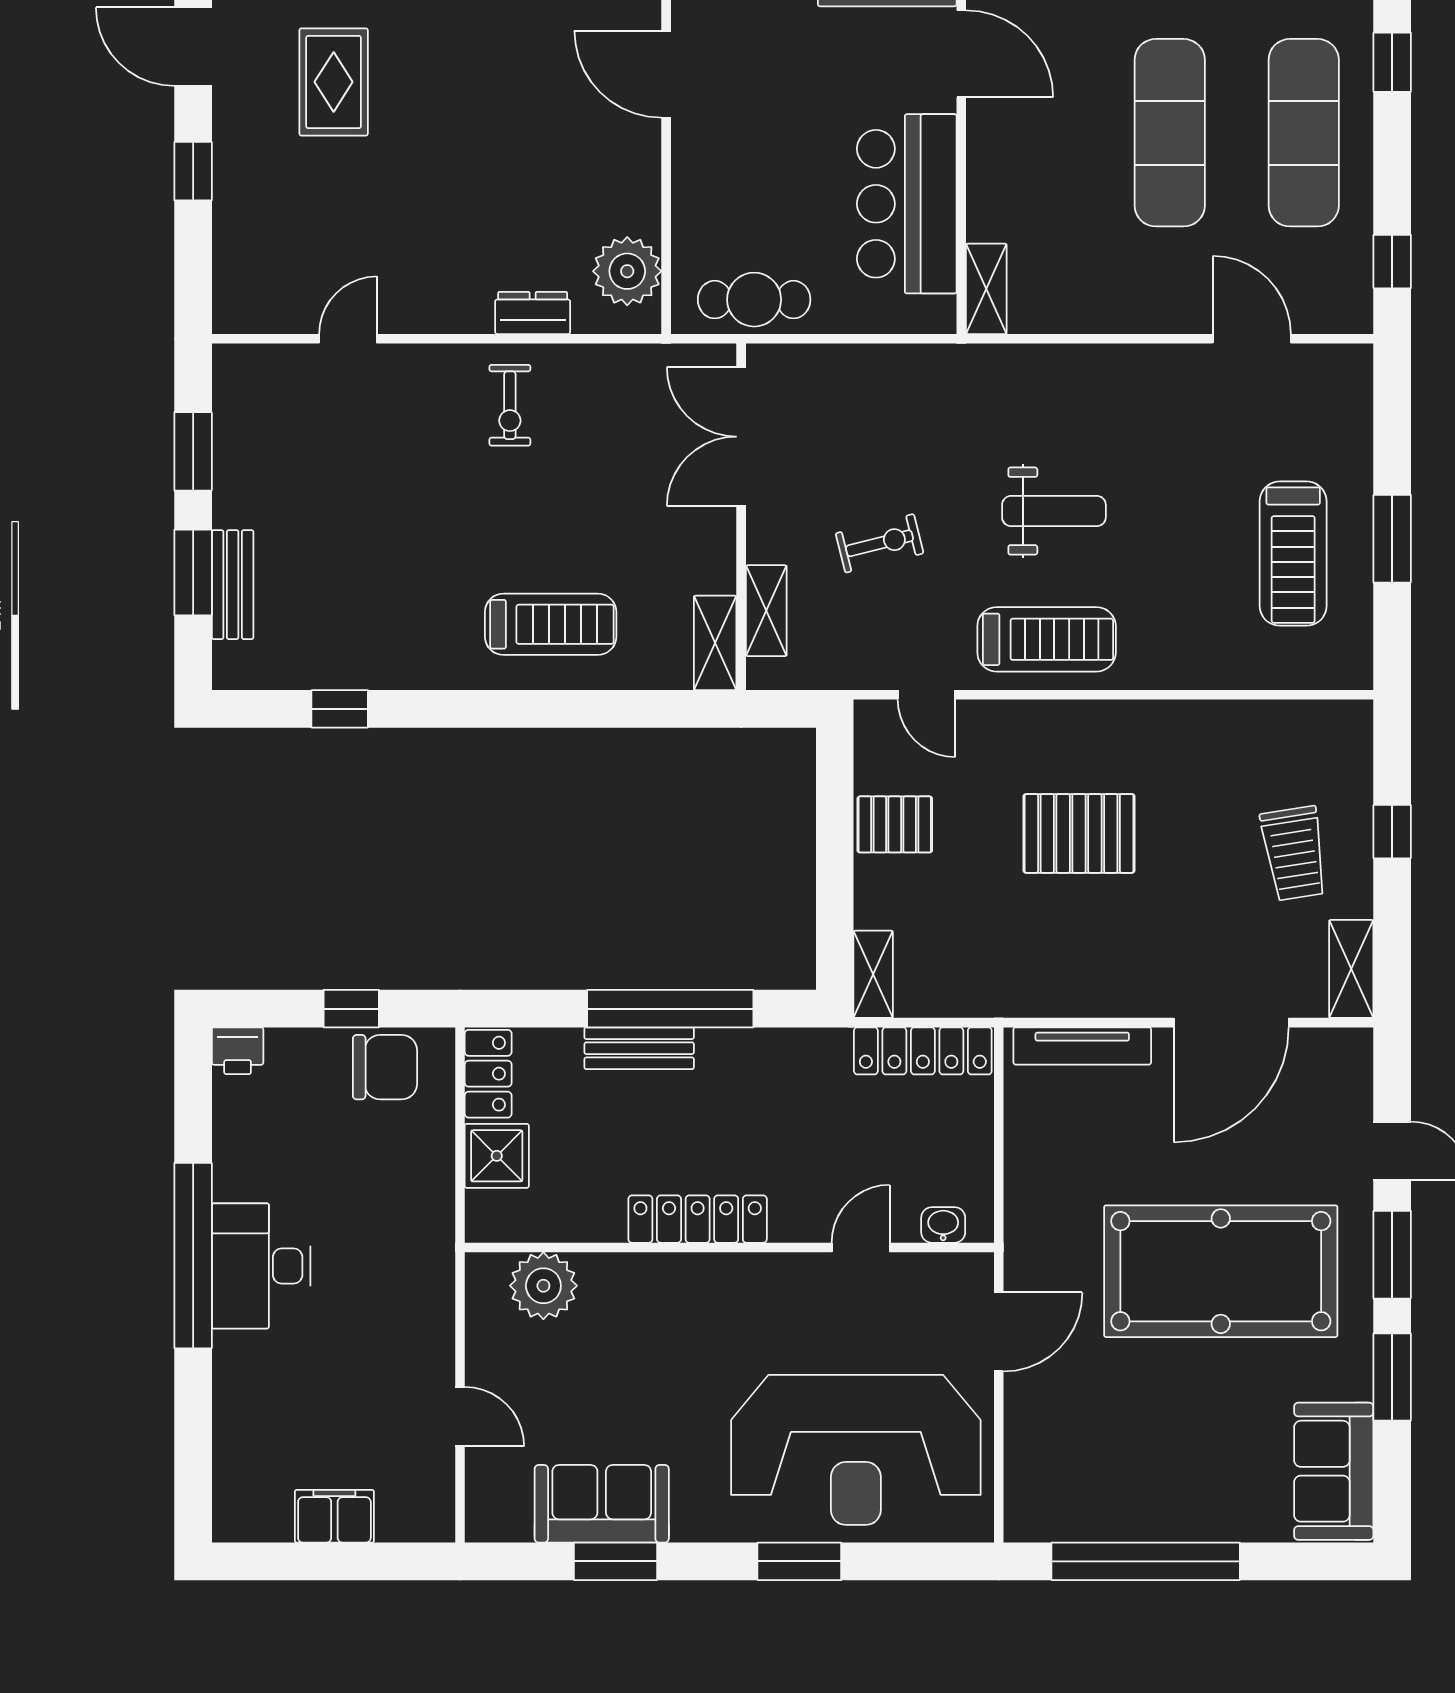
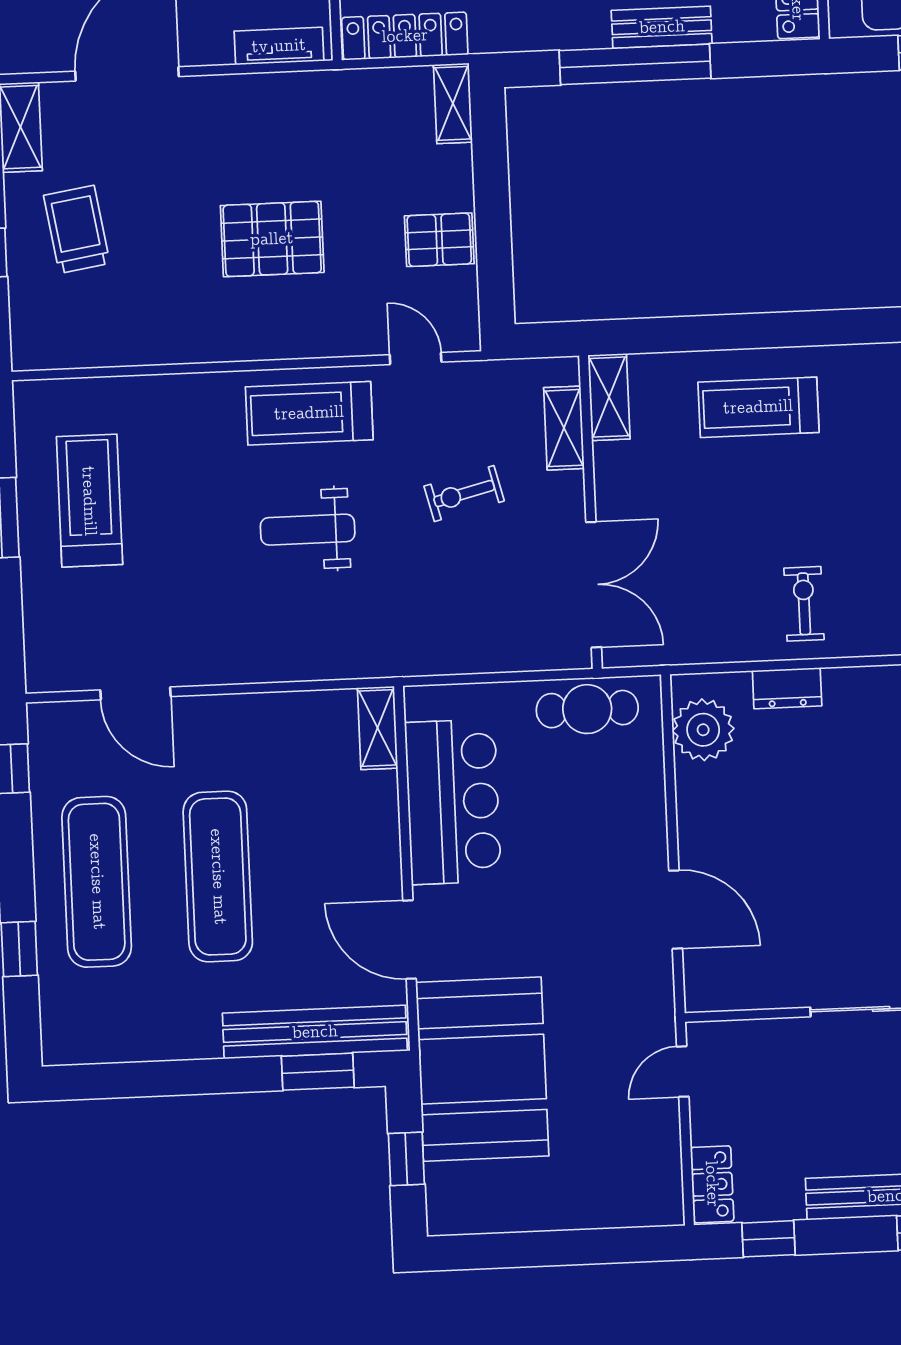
tv unit: (1082, 1046) -> (279, 46), width x0.71

